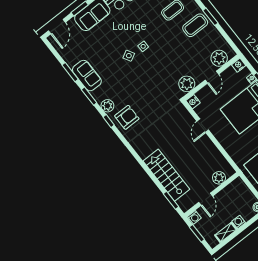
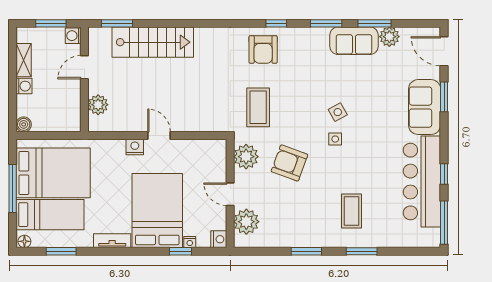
coffee table: (195, 25) -> (258, 107), moved
armchair: (173, 60) -> (289, 163), added
nightstand: (193, 102) -> (135, 147), moved
plant: (107, 106) -> (389, 37), moved
door: (203, 126) -> (159, 136), moved
door: (206, 199) -> (84, 67), hinge flipped

